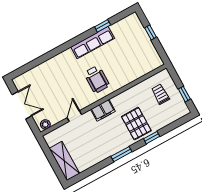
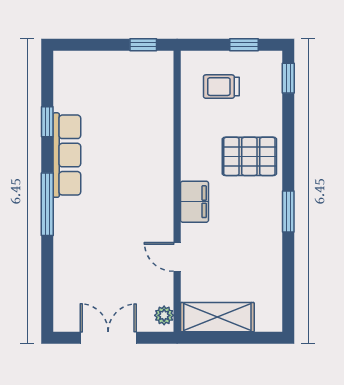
window: (151, 32) -> (143, 45), moved
window: (66, 46) -> (47, 204), added
wheelchair: (97, 79) -> (134, 183), removed
window: (152, 138) -> (288, 78), moved
shelving: (64, 161) -> (217, 317), moved

